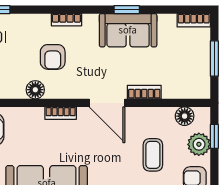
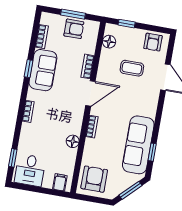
bookcase: (194, 20) -> (42, 37), moved
armchair: (53, 57) -> (74, 29), moved
plant: (199, 144) -> (130, 35), removed

